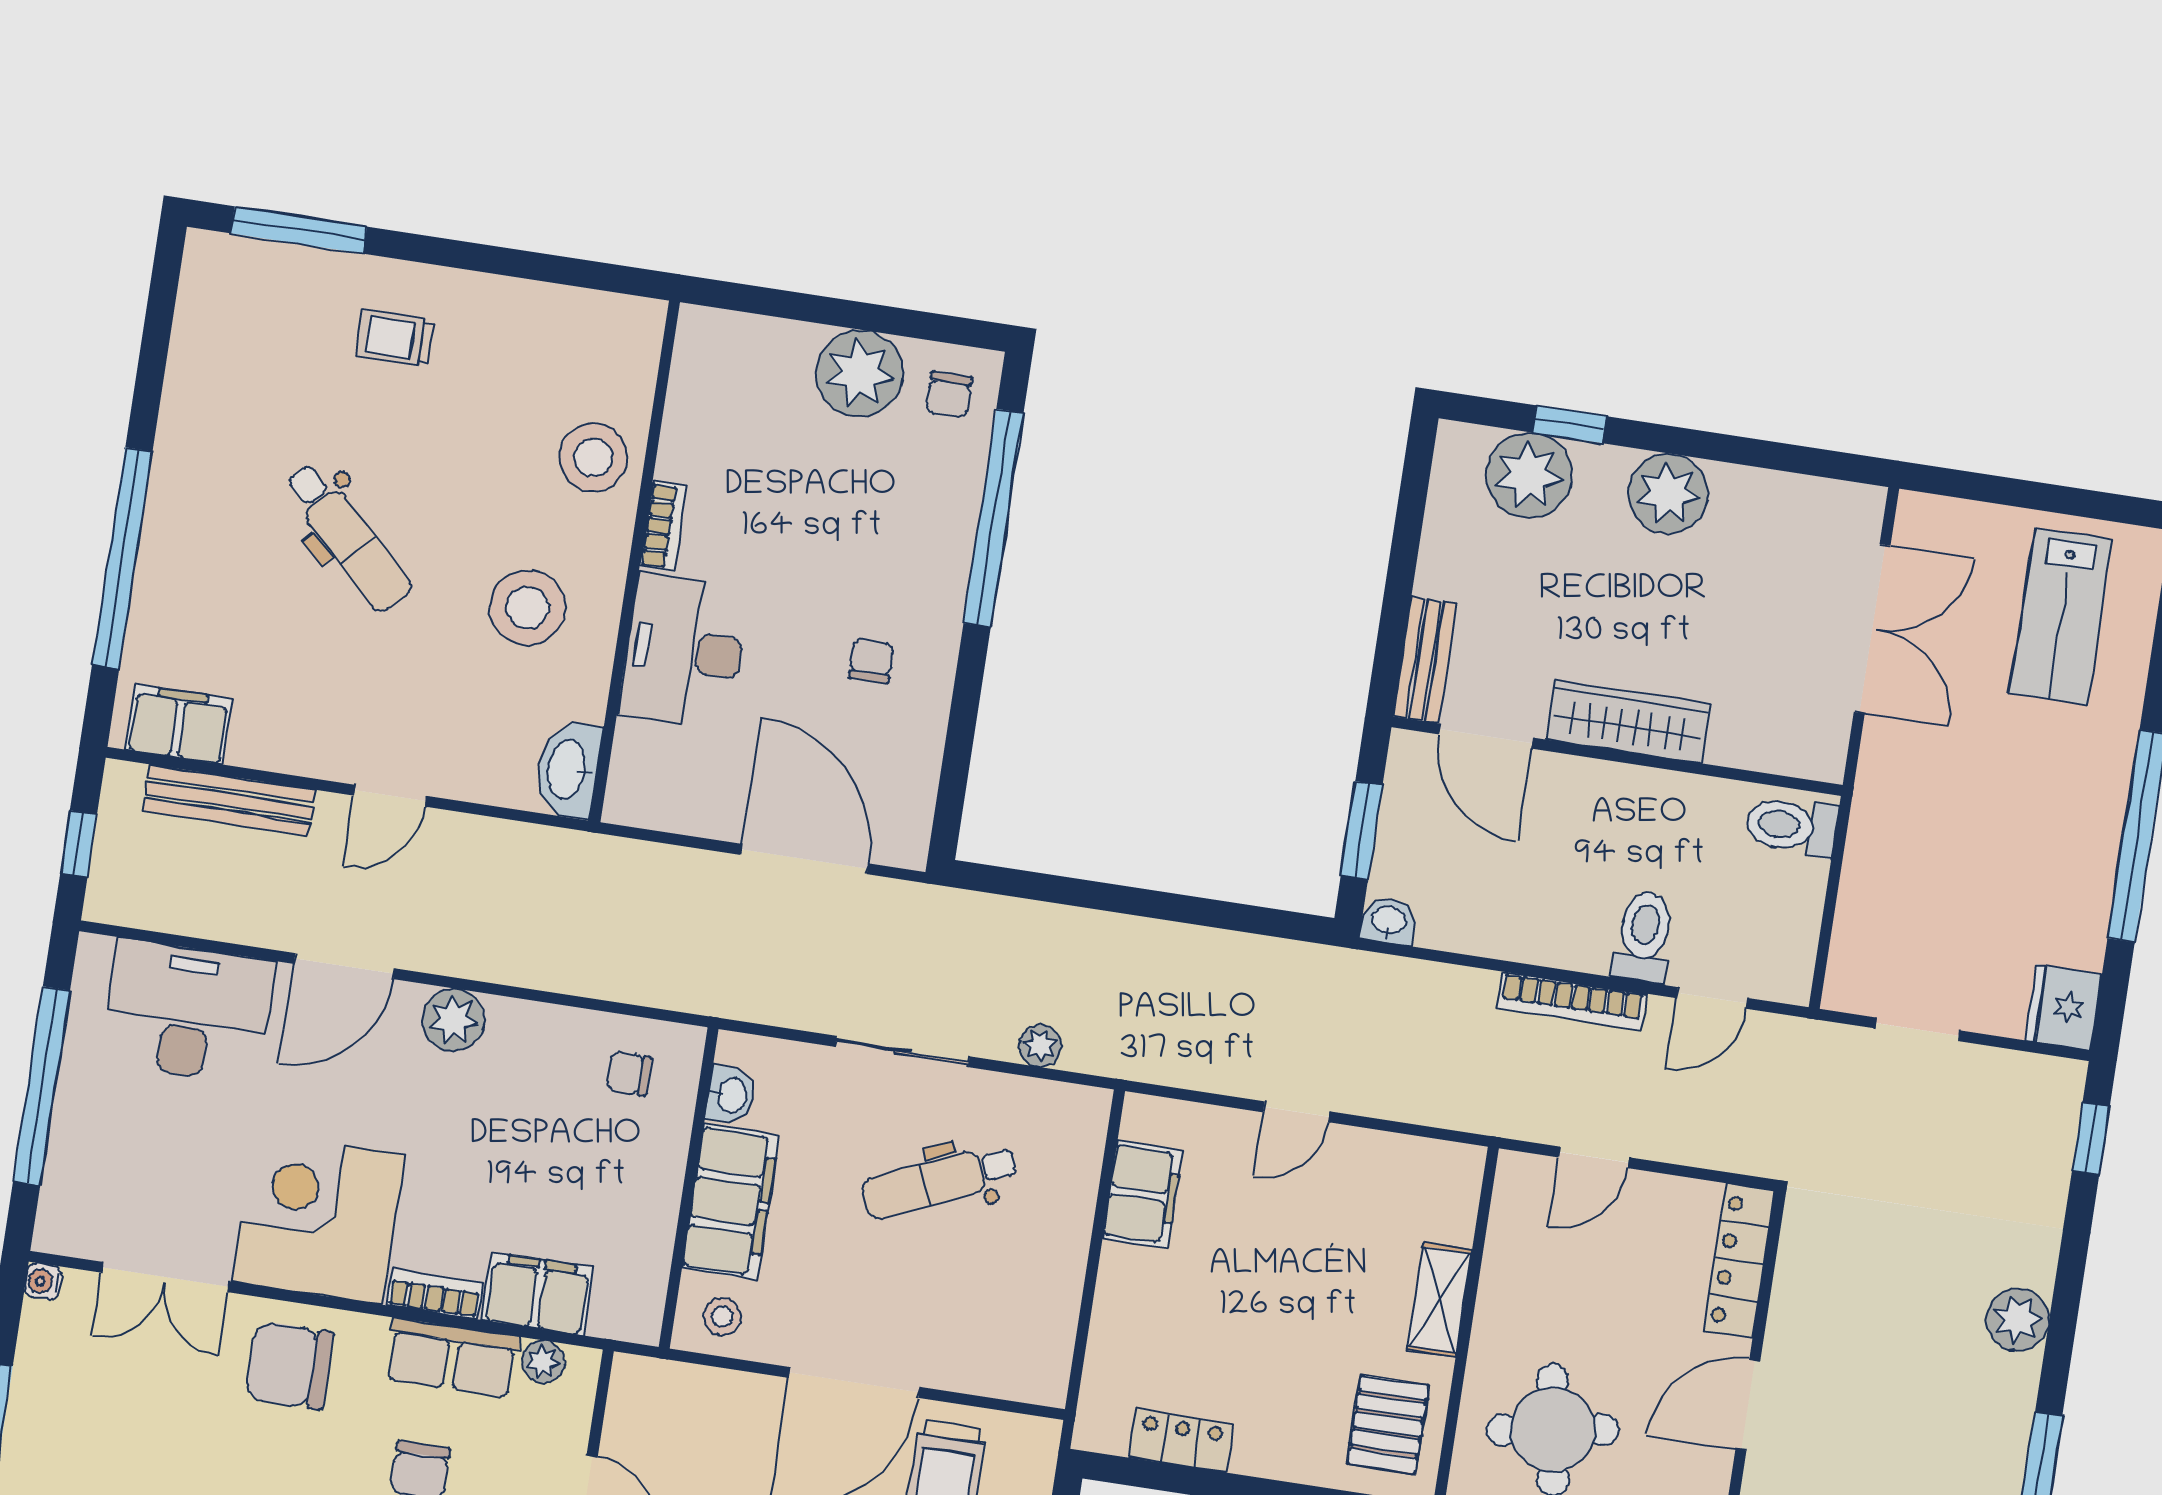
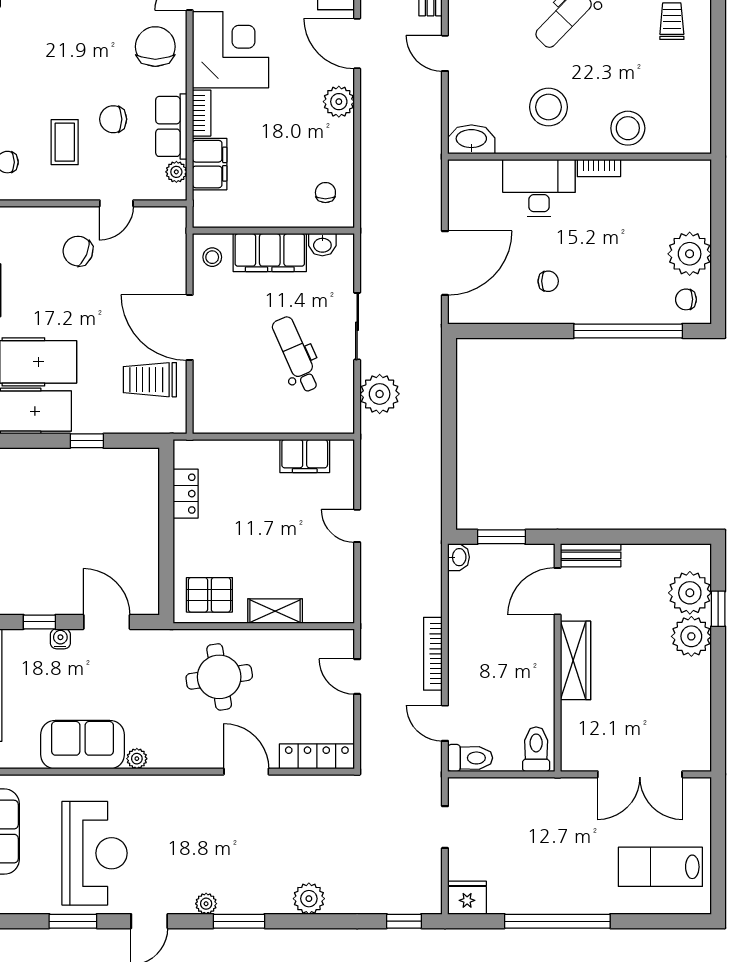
plant: (1668, 494) -> (691, 636), moved
toilet: (1644, 937) -> (470, 758), moved
plant: (1040, 1046) -> (380, 394), width x1.88, depth x1.88

